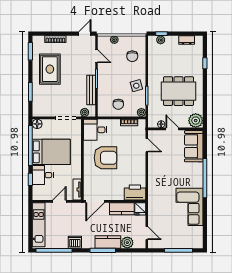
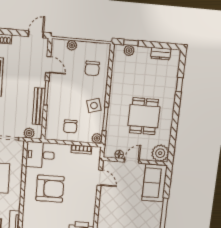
dining table: (179, 91) -> (144, 116), width x0.73
door: (172, 129) -> (132, 161), hinge flipped

